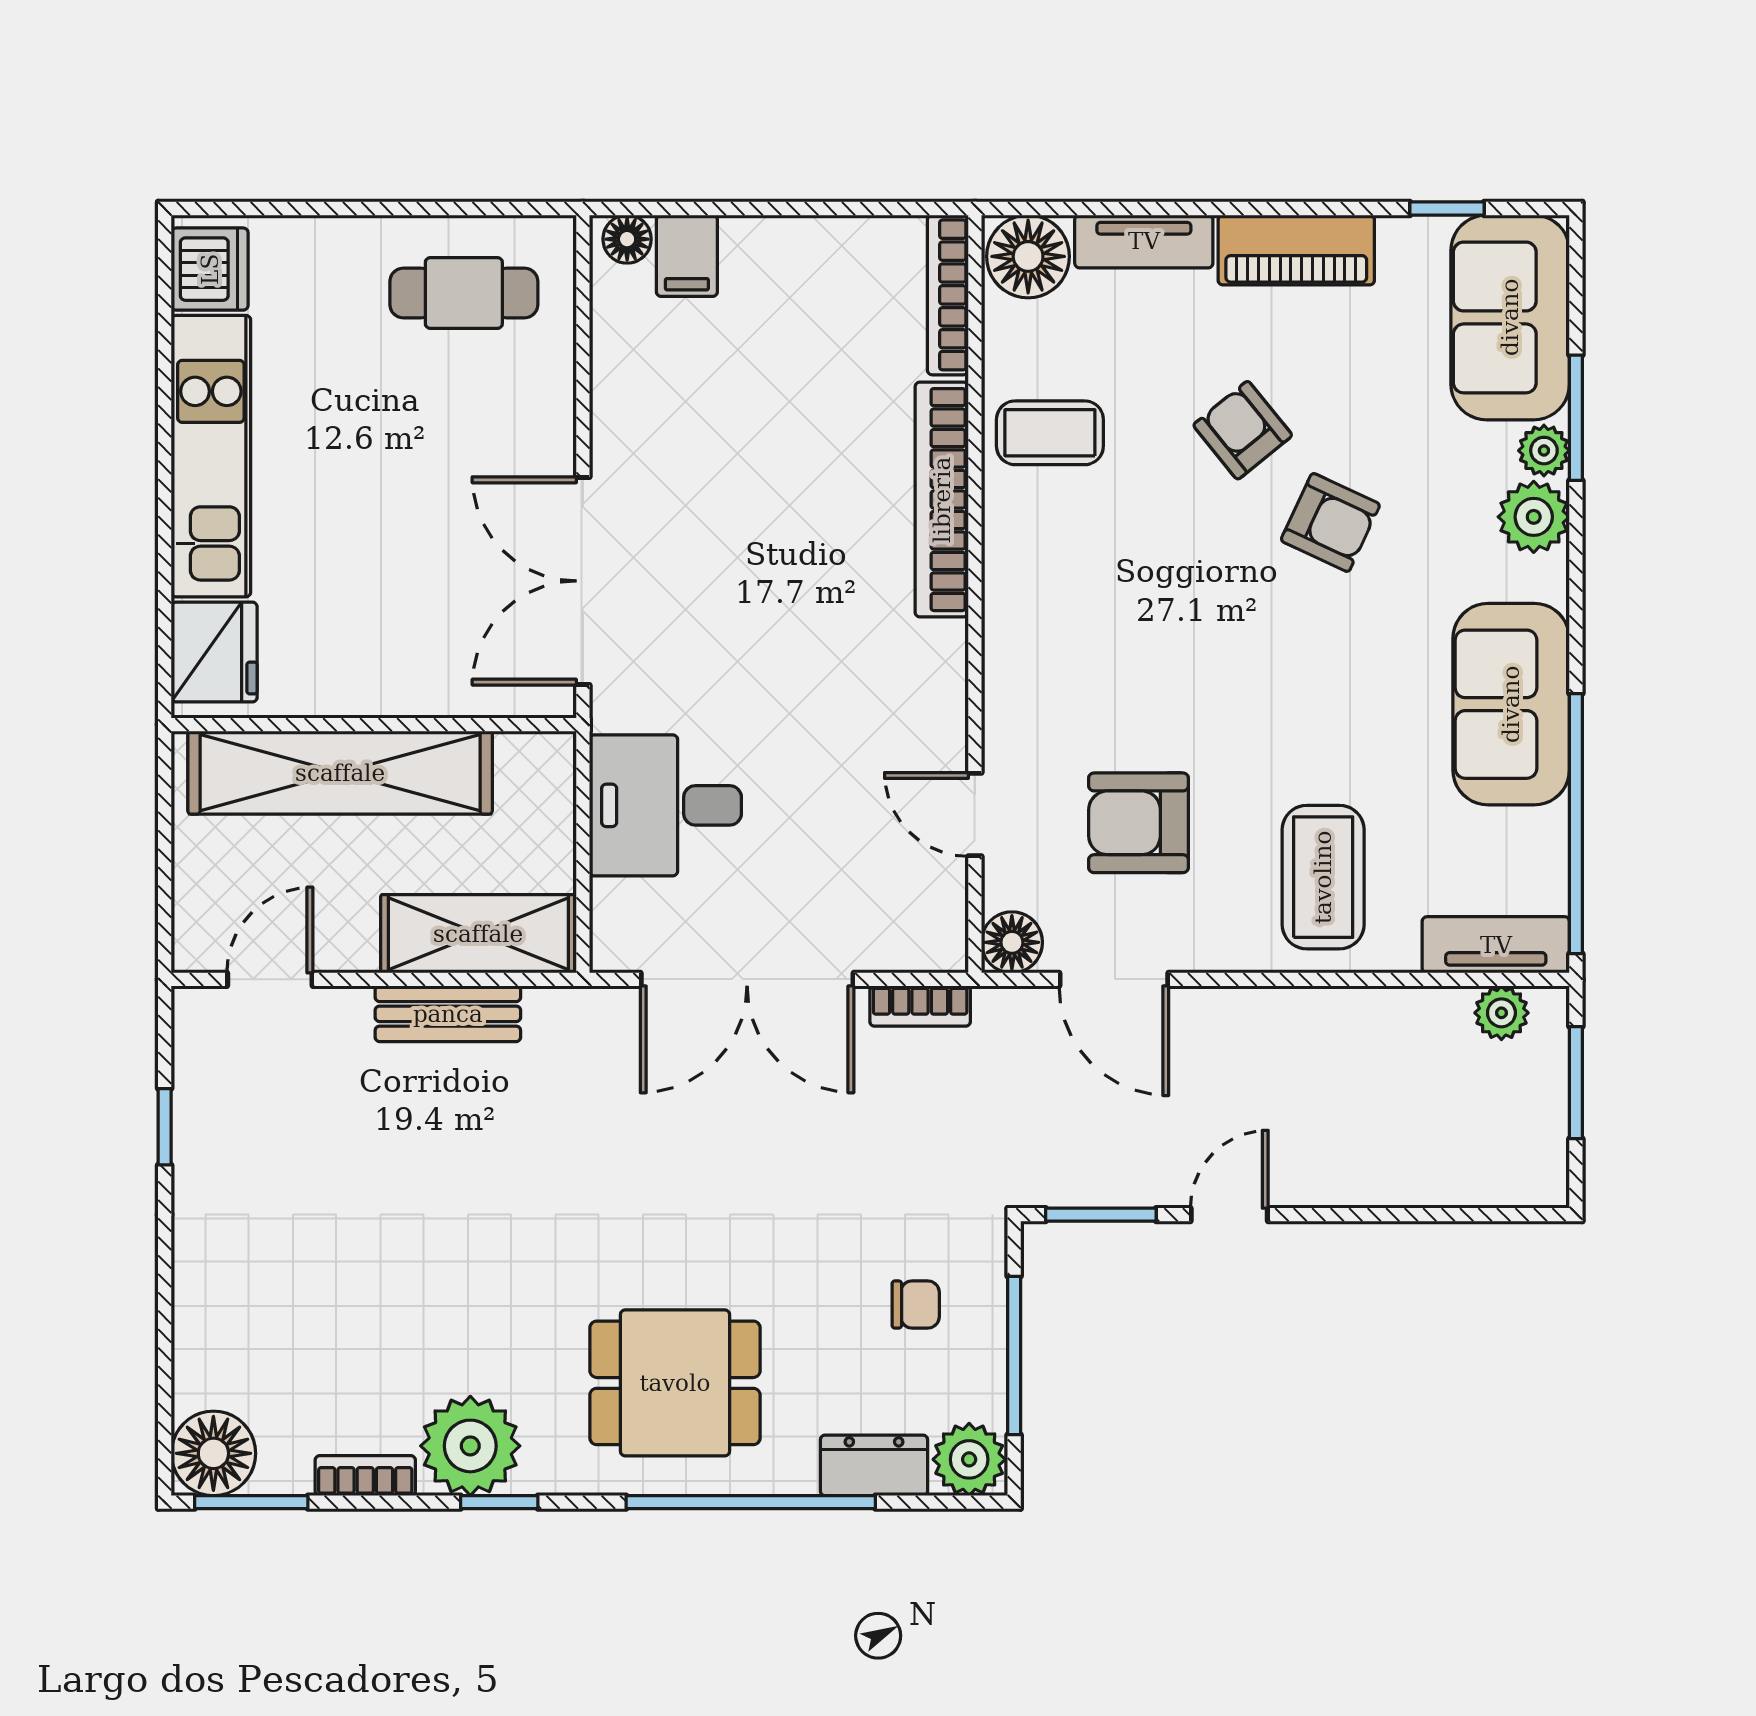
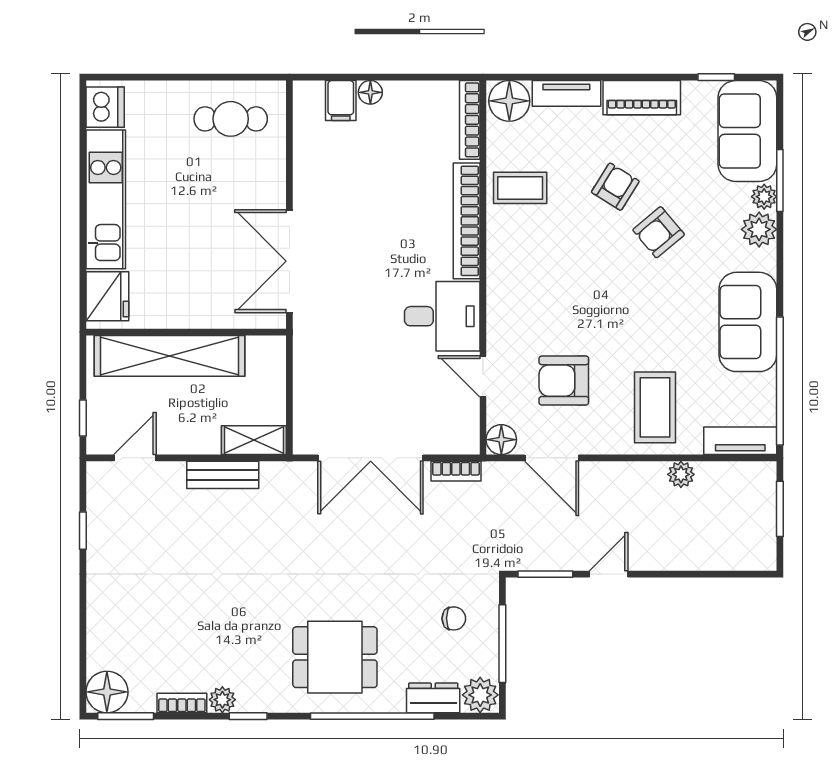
floor lamp: (627, 239) -> (370, 92), moved
armchair: (1243, 430) -> (615, 187), turned 71
armchair: (1330, 522) -> (659, 232), turned 115
desk: (665, 805) -> (442, 316), moved, turned 180
window: (165, 899) -> (83, 418), added
shelving: (478, 934) -> (254, 440), width x0.67, depth x0.75
plant: (1501, 1013) -> (681, 474), moved
plant: (470, 1446) -> (222, 700), width x0.53, depth x0.53

